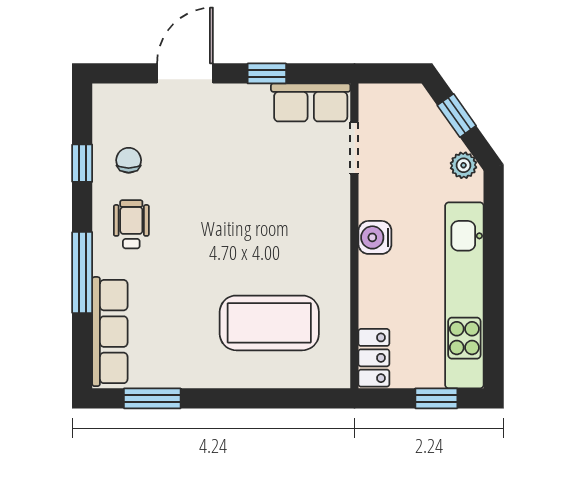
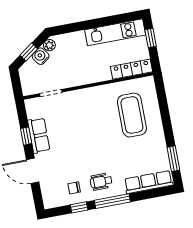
row of seats: (311, 102) -> (39, 135), moved
water cooler: (375, 237) -> (41, 56), moved, turned 145
window: (82, 273) -> (112, 201), moved
kitchen unit: (464, 295) -> (115, 32), width x0.73
locker: (374, 358) -> (132, 69), width x1.53

